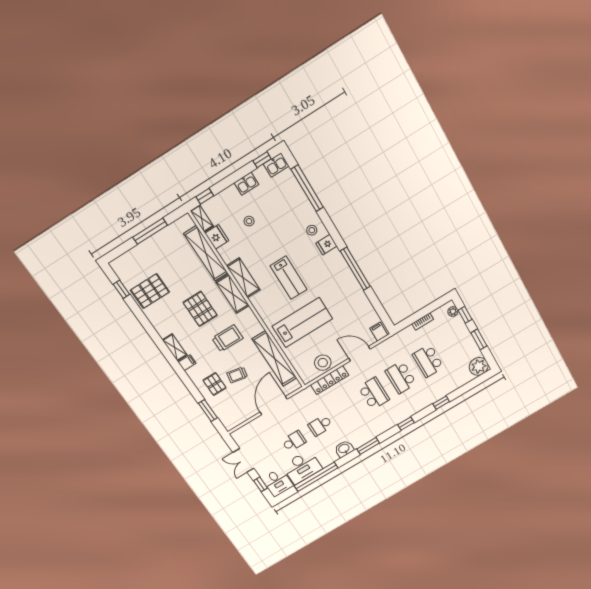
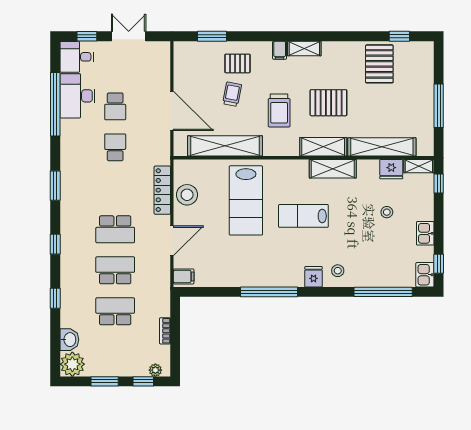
washbasin: (344, 449) -> (69, 340), moved

